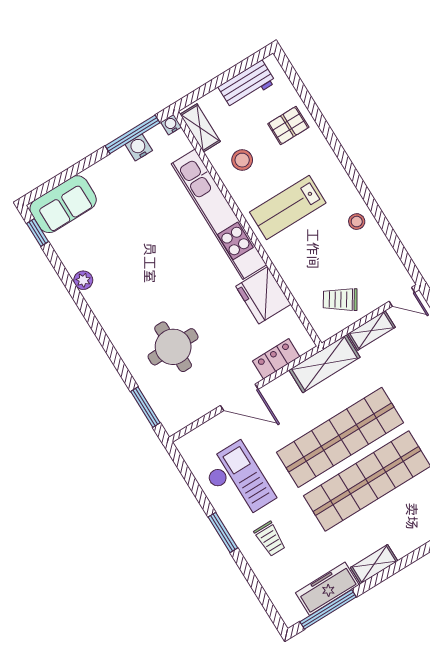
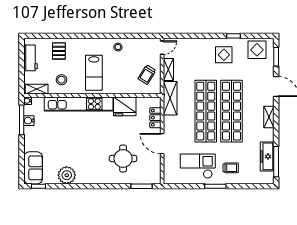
plant: (83, 280) -> (67, 175), width x1.88, depth x1.88
door: (239, 397) -> (162, 144), swing flipped
shelving: (374, 564) -> (269, 117), moved

